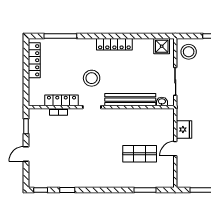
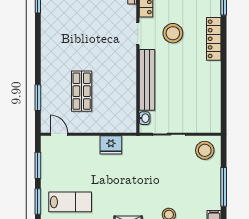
locker: (114, 44) -> (214, 39), moved
shower: (162, 46) -> (211, 118), removed
door: (175, 149) -> (59, 134), moved

